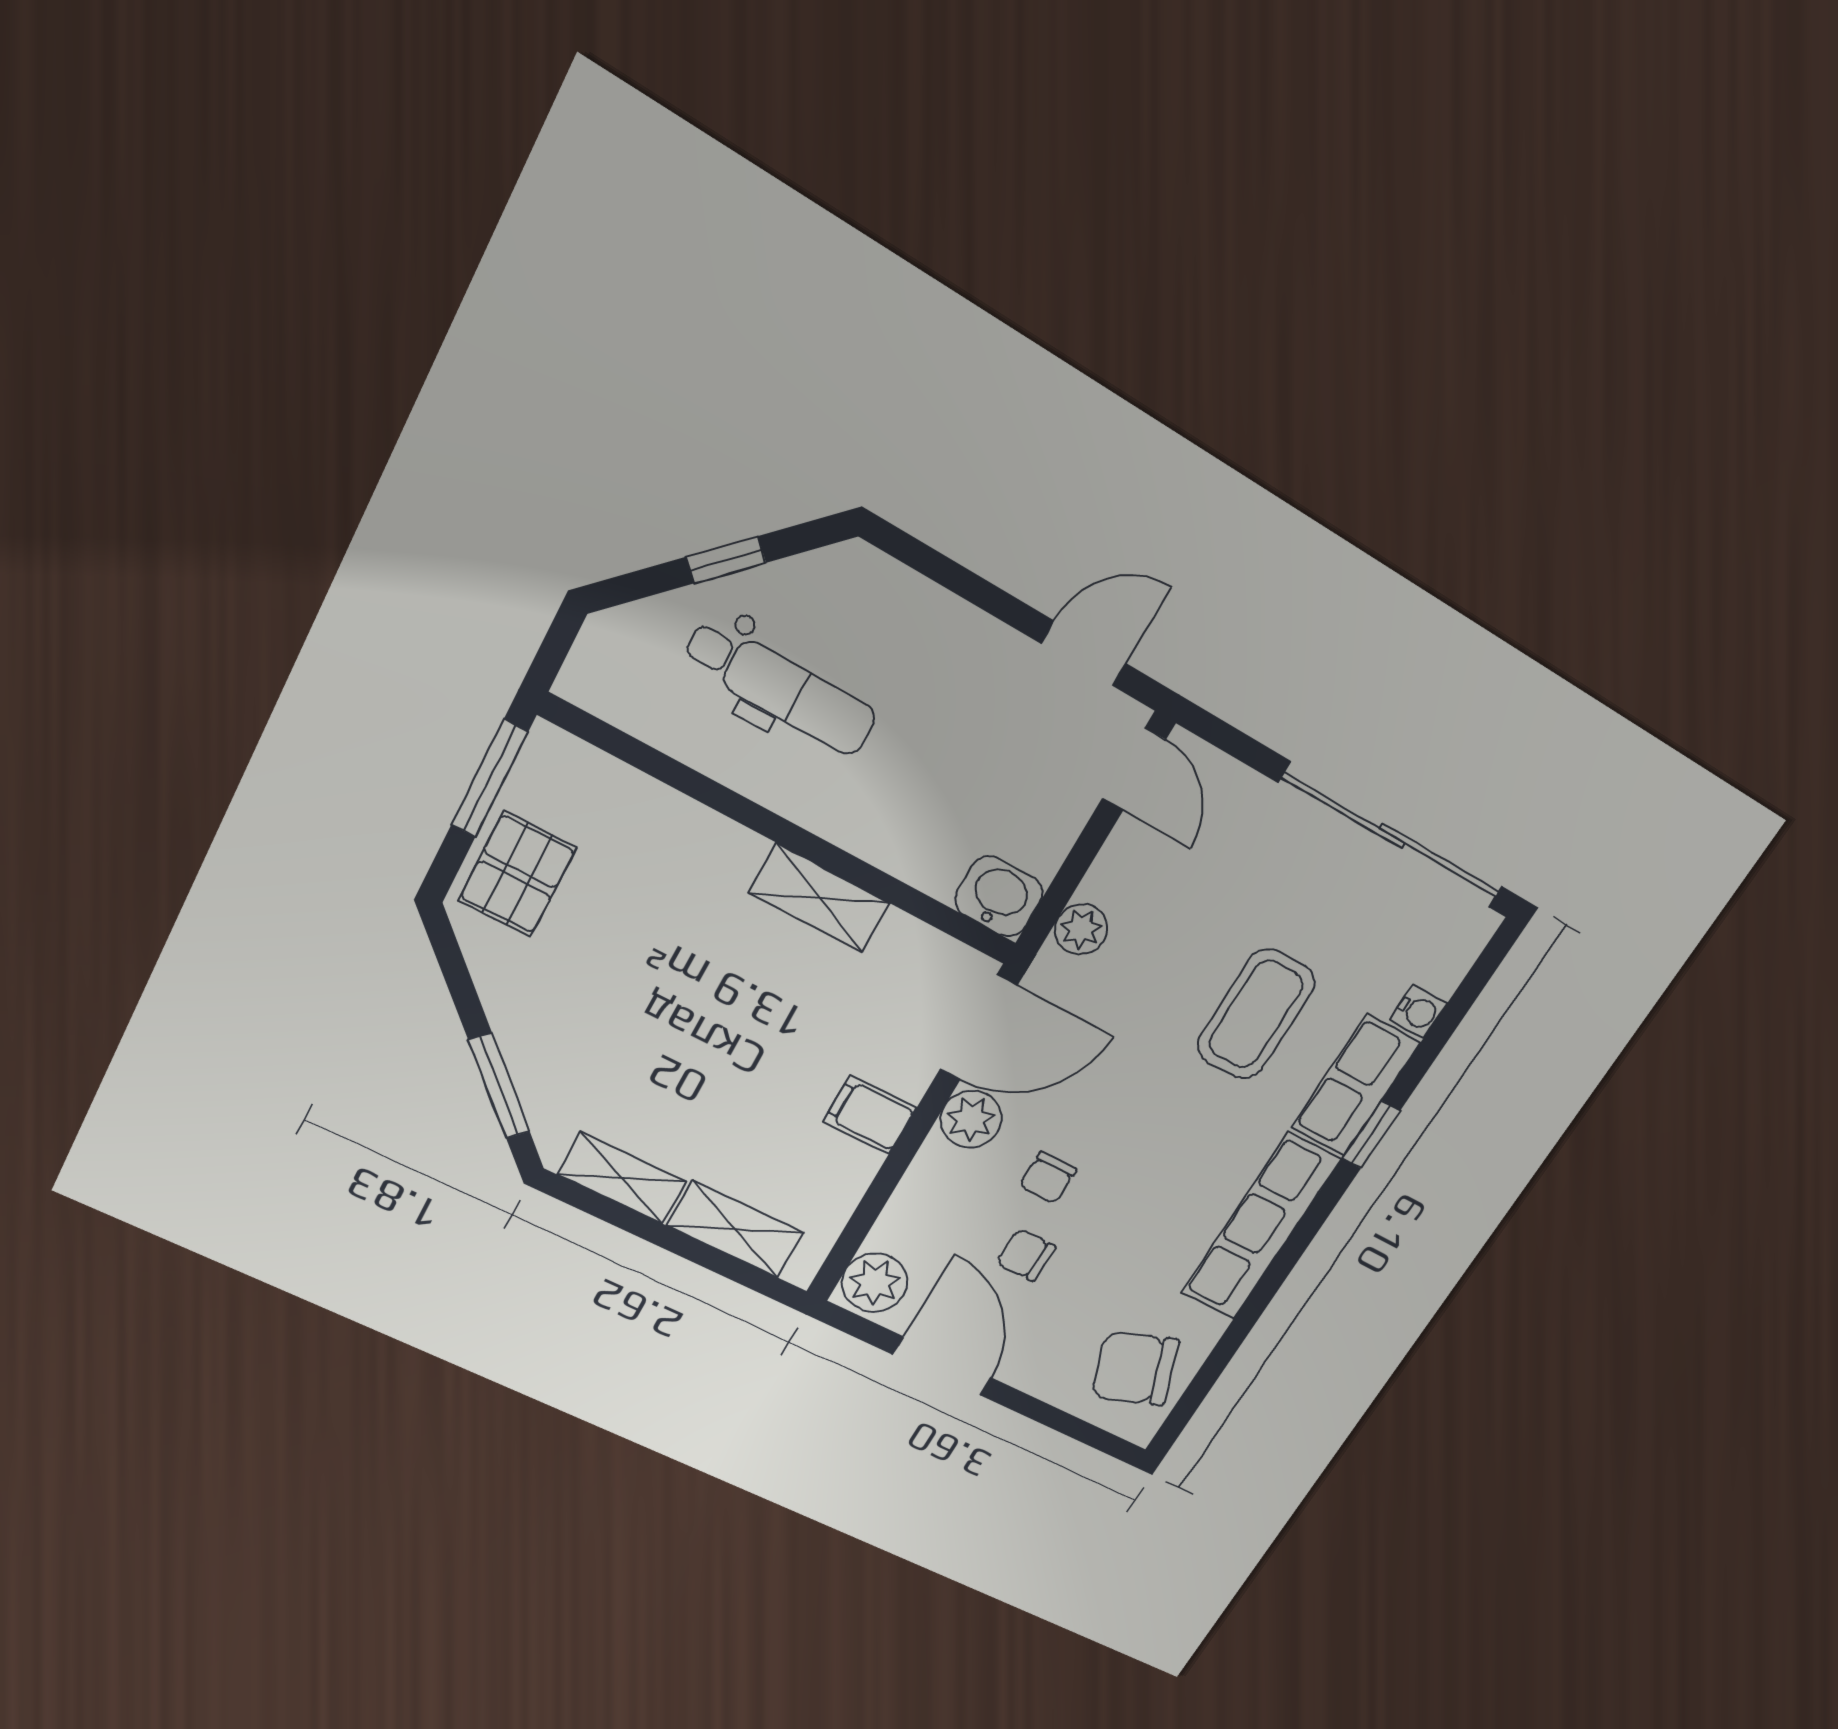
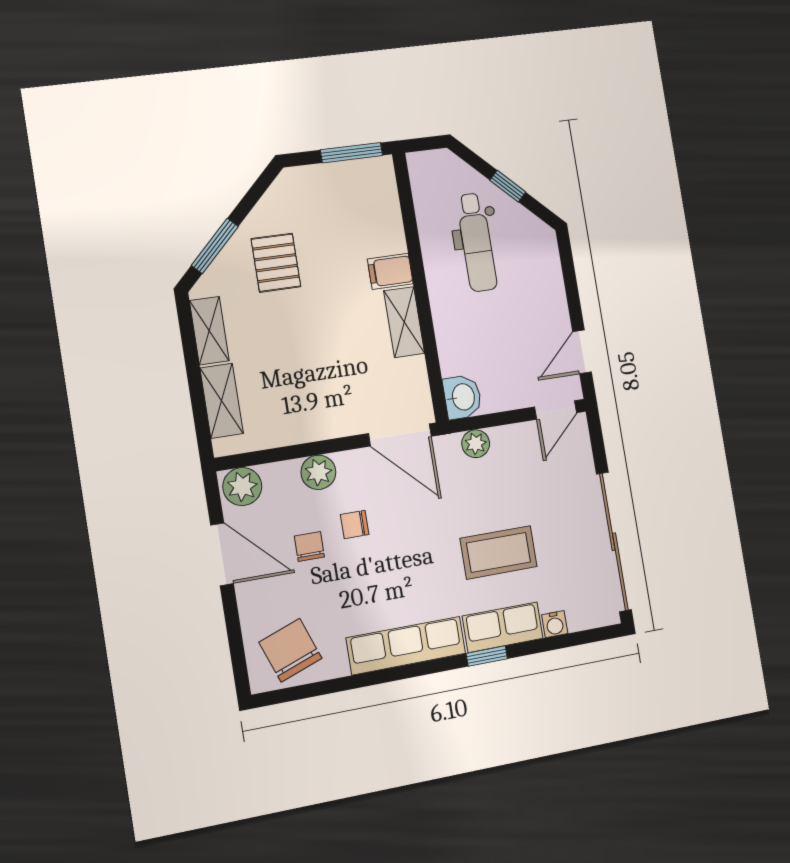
door: (1084, 653) -> (582, 352), swing flipped
pallet: (517, 874) -> (276, 263), moved, turned 90
filing cabinet: (870, 1115) -> (390, 271), moved, turned -90
plant: (971, 1119) -> (318, 472), moved
door: (942, 1366) -> (222, 554), hinge flipped

